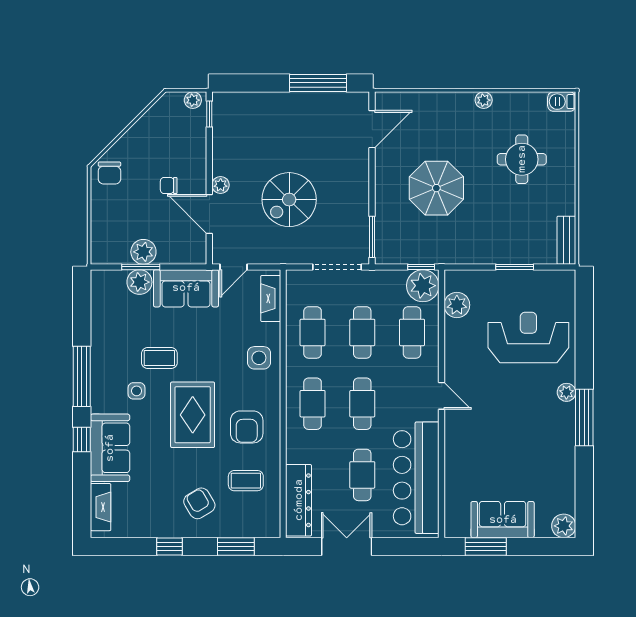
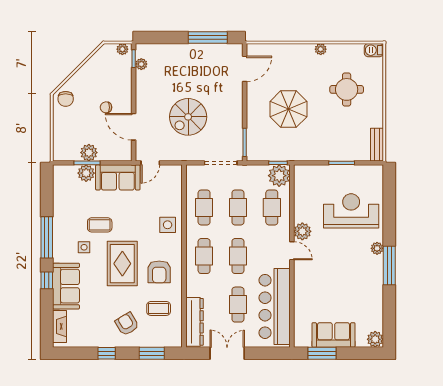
plant: (221, 185) -> (141, 64), moved
fireplace: (271, 298) -> (175, 184), removed
plant: (457, 305) -> (302, 231), moved

